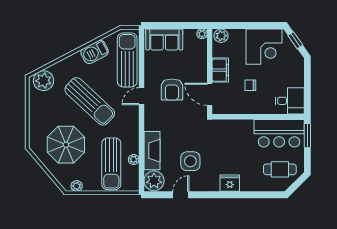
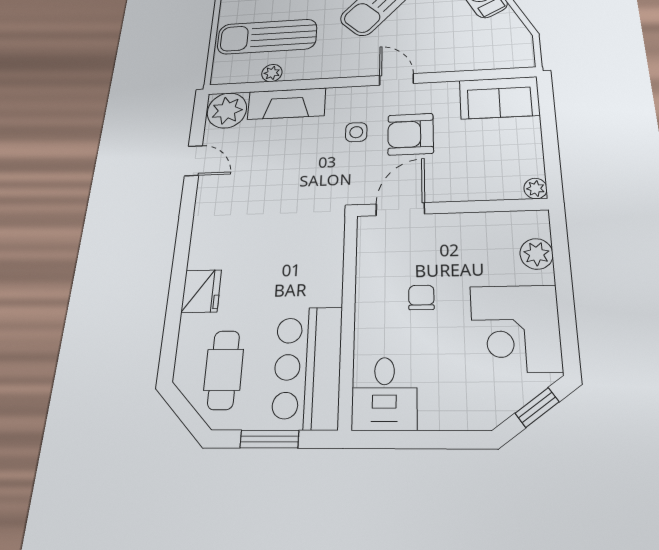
plant: (221, 36) -> (536, 254), moved
sofa: (164, 39) -> (499, 98), moved, turned -90
sun lounger: (127, 60) -> (470, 51), removed
filing cabinet: (220, 70) -> (455, 230), removed
window: (307, 136) -> (269, 439), moved
side table: (190, 161) -> (356, 132), moved, width x0.54, depth x0.54
fridge: (230, 183) -> (201, 291), moved

